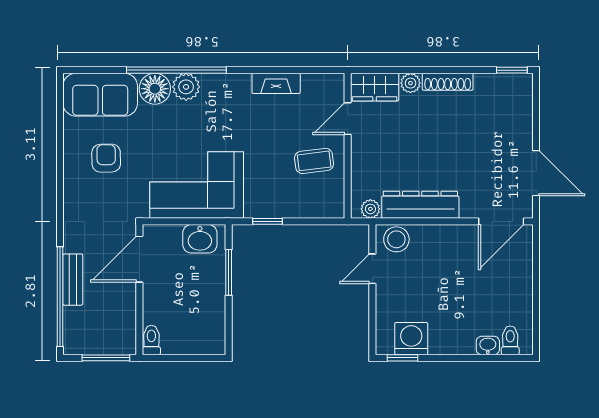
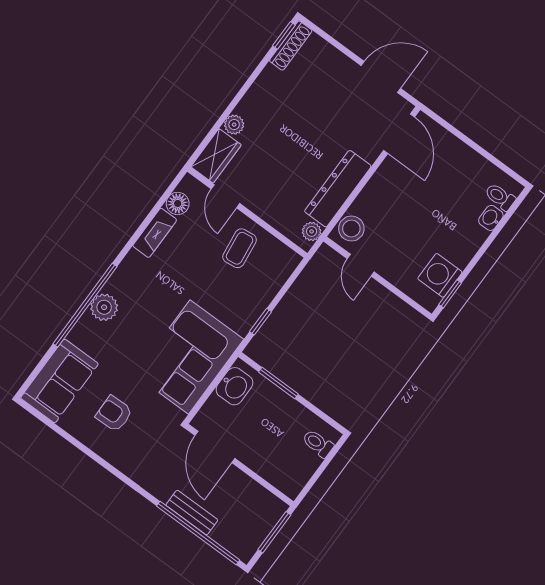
shoe rack: (448, 82) -> (291, 46), moved
floor lamp: (155, 89) -> (178, 203), moved, width x0.73, depth x0.73
toilet: (151, 340) -> (318, 443), moved

